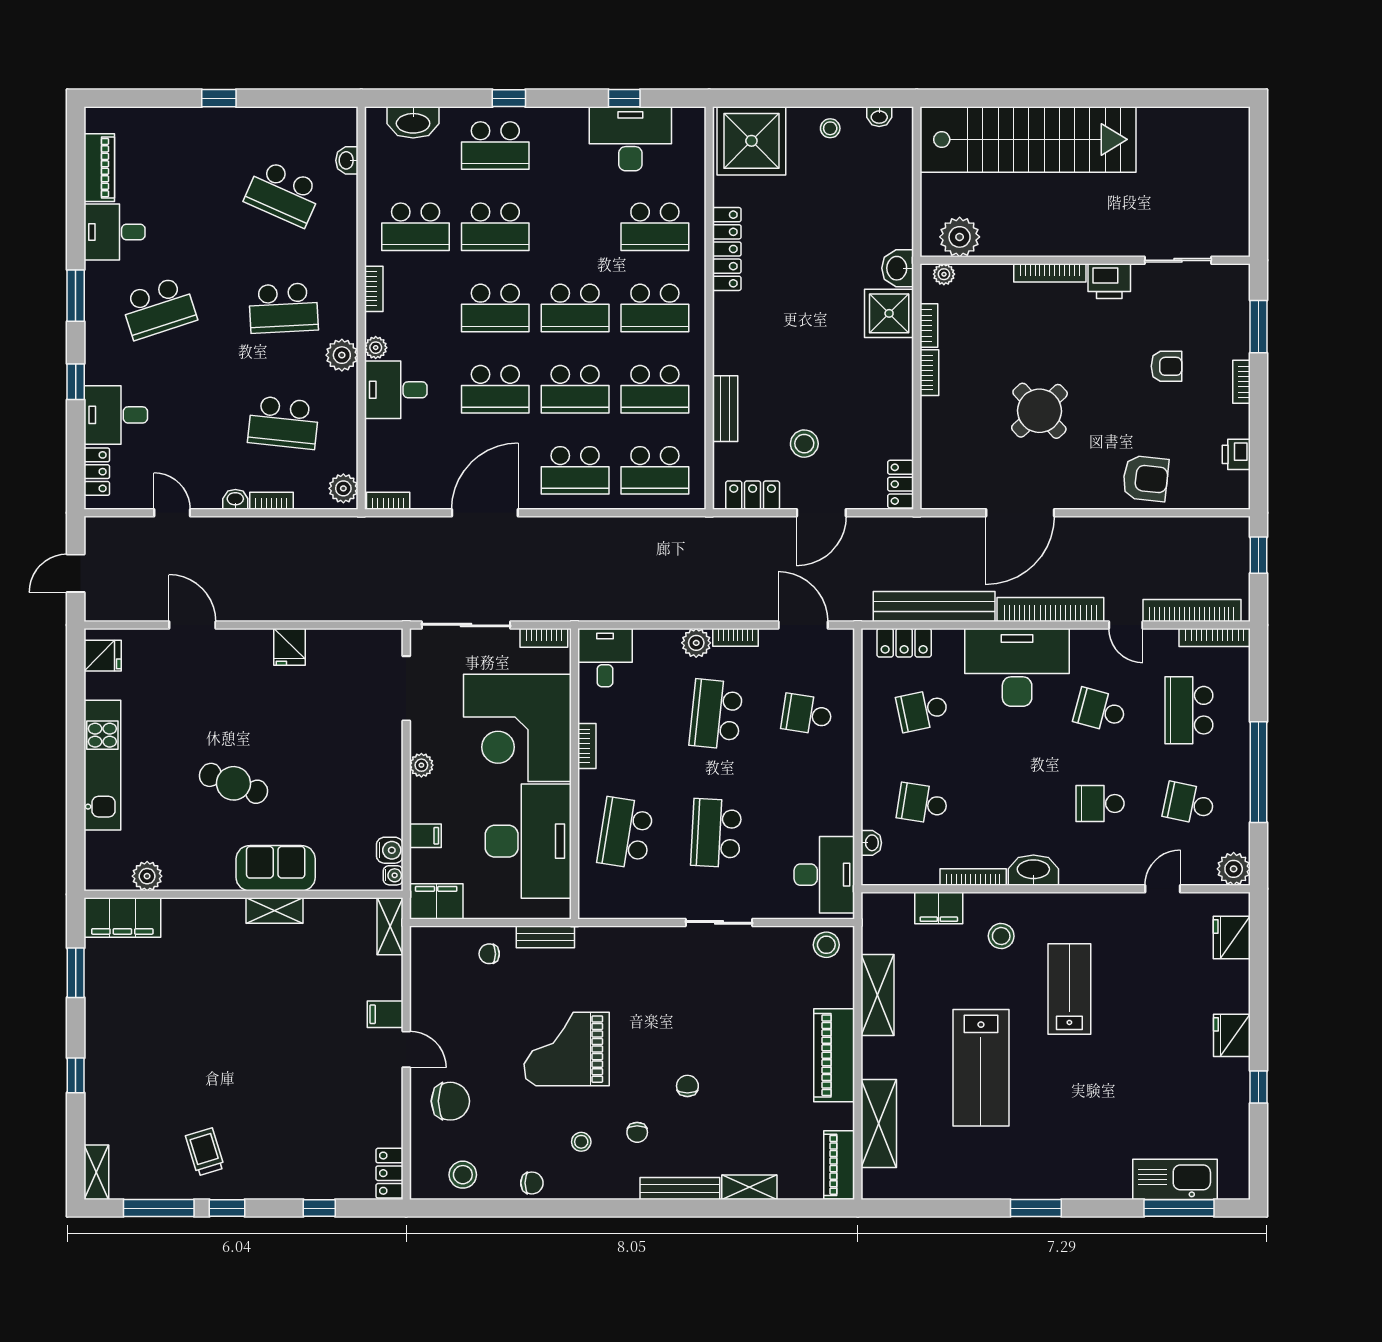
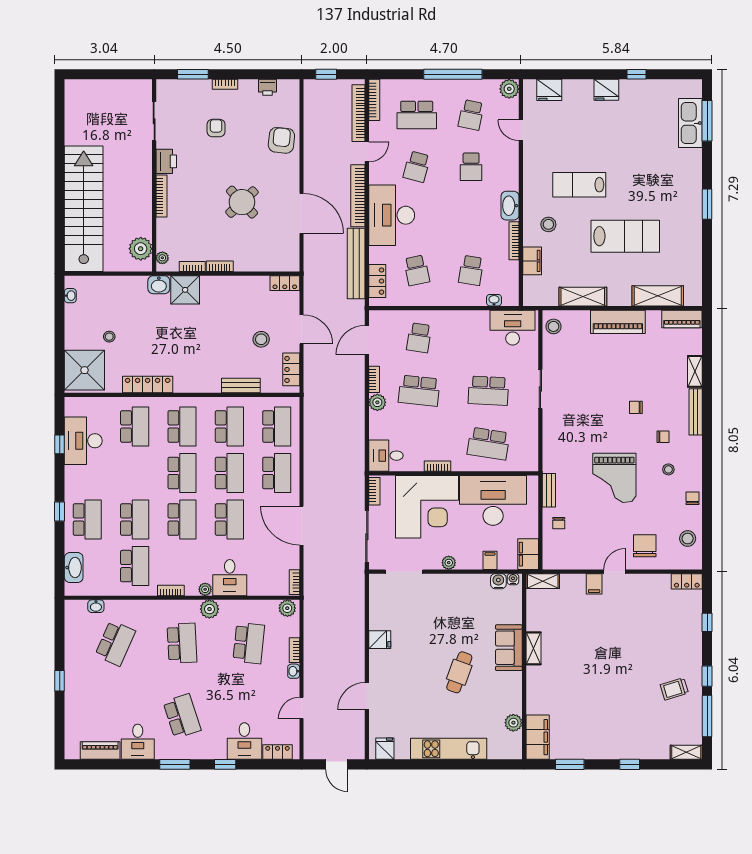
stool: (830, 128) -> (109, 337), moved

